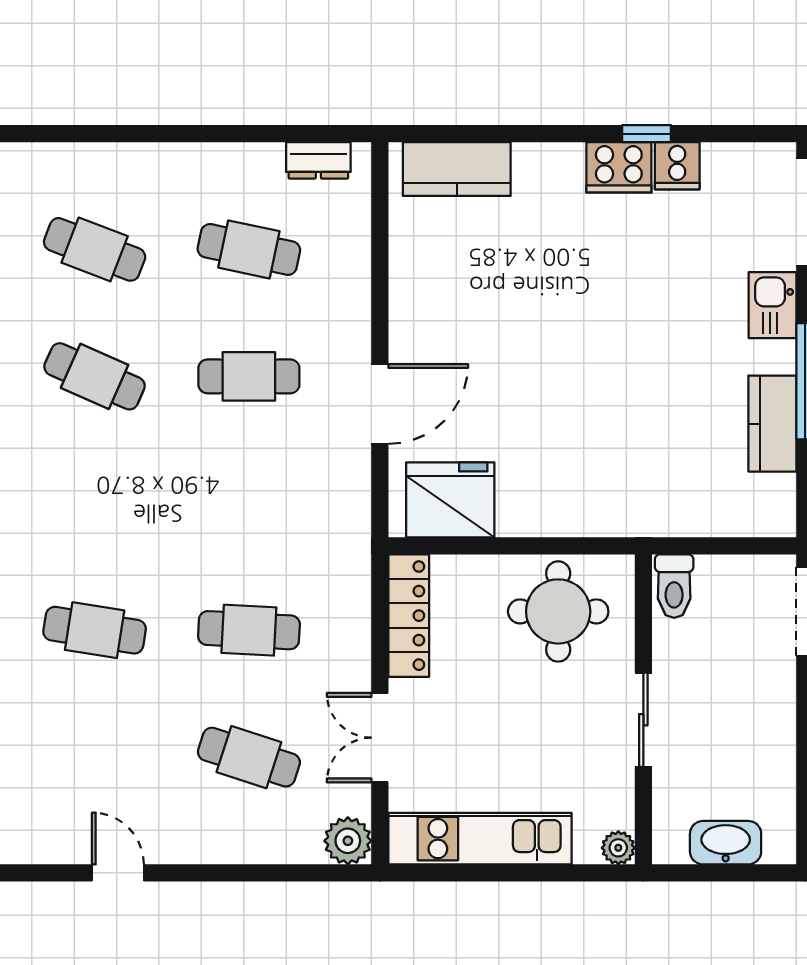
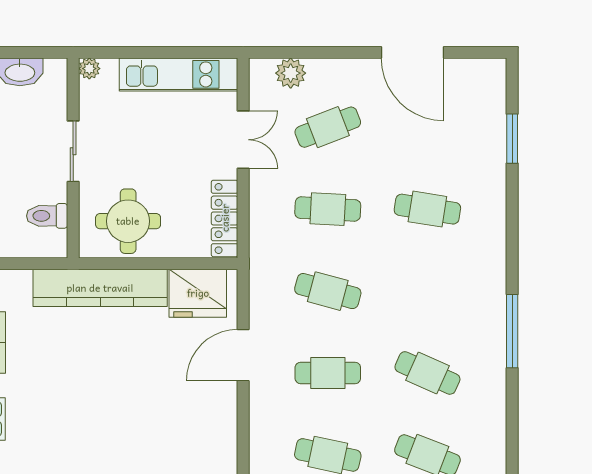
cafe table: (249, 503) -> (328, 291), added
kitchen counter: (602, 508) -> (100, 288), added
toilet: (674, 586) -> (47, 216), moved, turned -90
cafe table: (249, 757) -> (328, 127), turned -39
plant: (348, 841) -> (291, 73), moved
door: (118, 873) -> (412, 52), width x1.87

